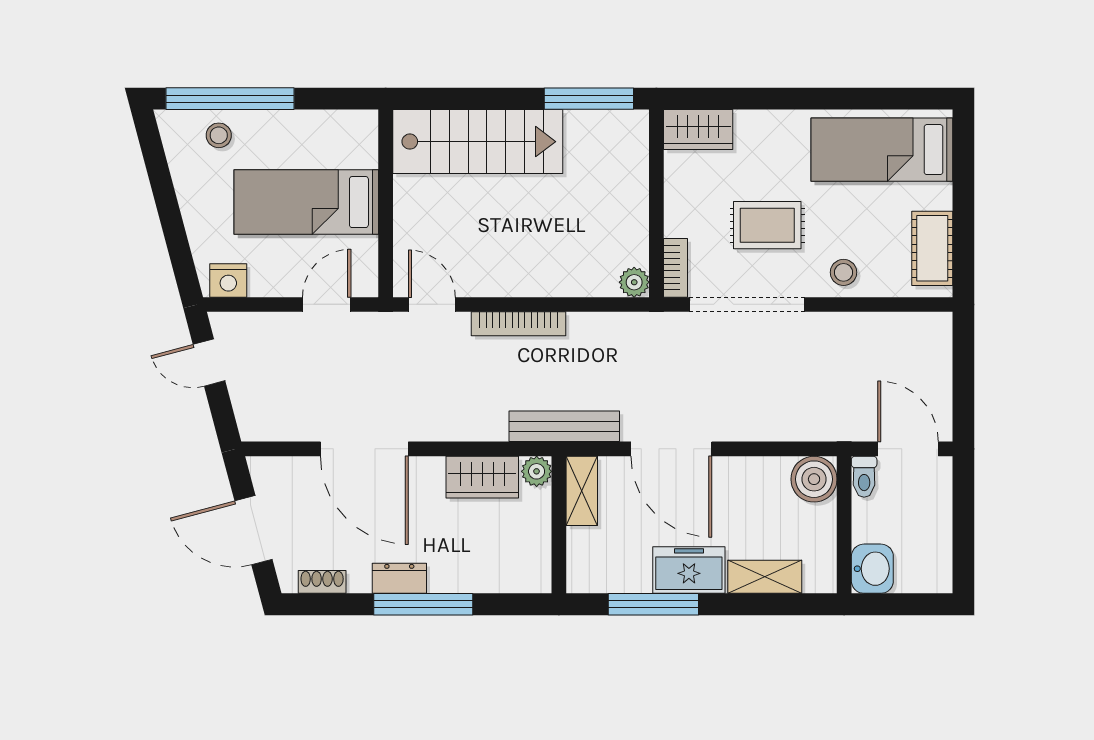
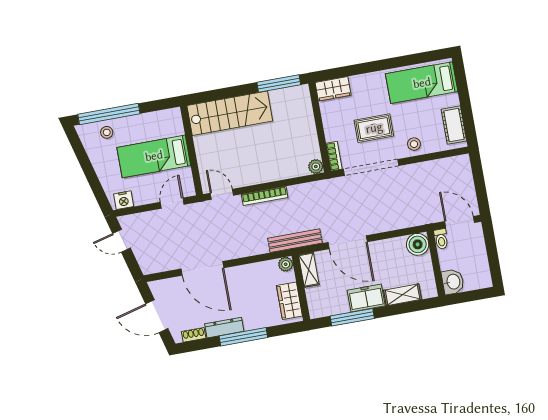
wardrobe: (482, 477) -> (289, 301), moved, turned 90
dresser: (399, 578) -> (224, 328), width x1.44

